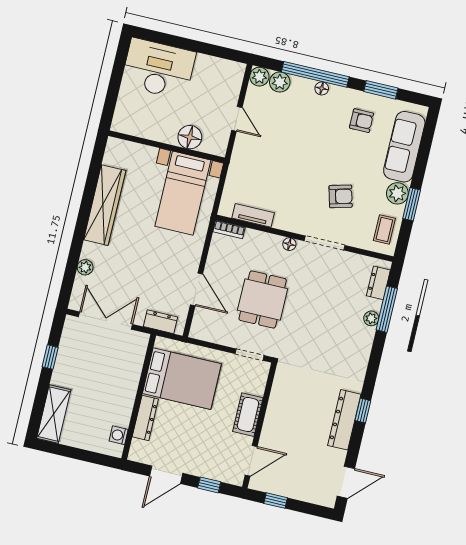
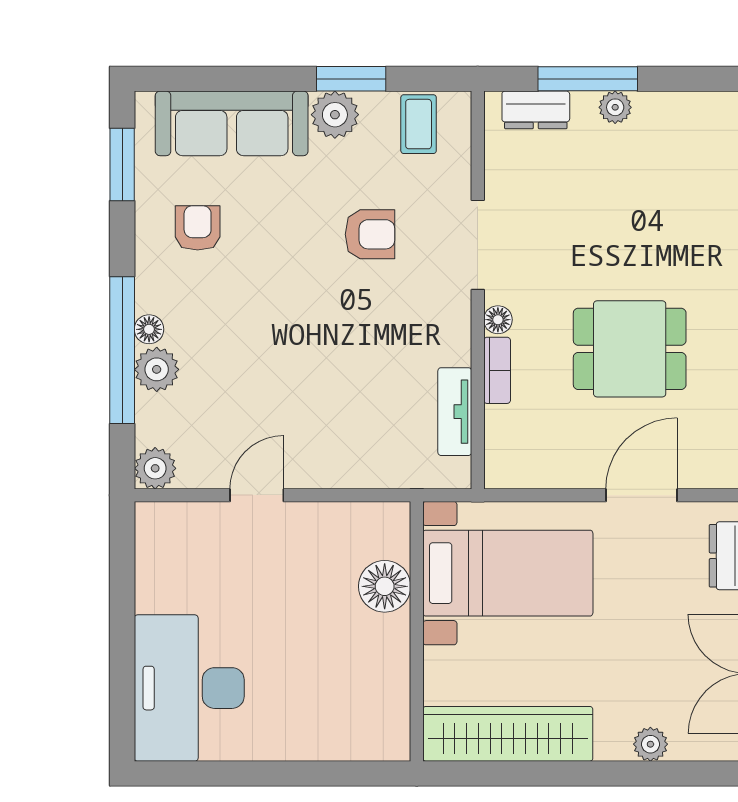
plant: (280, 82) -> (157, 369), moved
window: (381, 90) -> (122, 165), moved
floor lamp: (190, 137) -> (385, 586), moved
wall: (166, 147) -> (417, 631), moved
bed with nightstands: (183, 193) -> (508, 573), moved
armchair: (341, 196) -> (370, 234), turned 105
bookcase: (229, 229) -> (497, 370), moved
coffee table: (384, 229) -> (419, 124), turned 90

